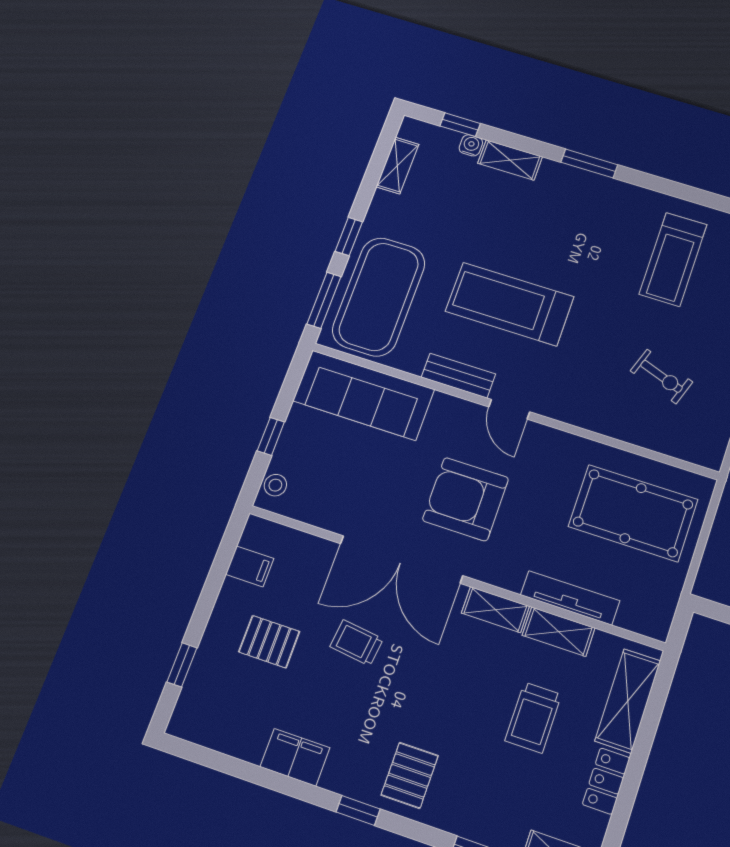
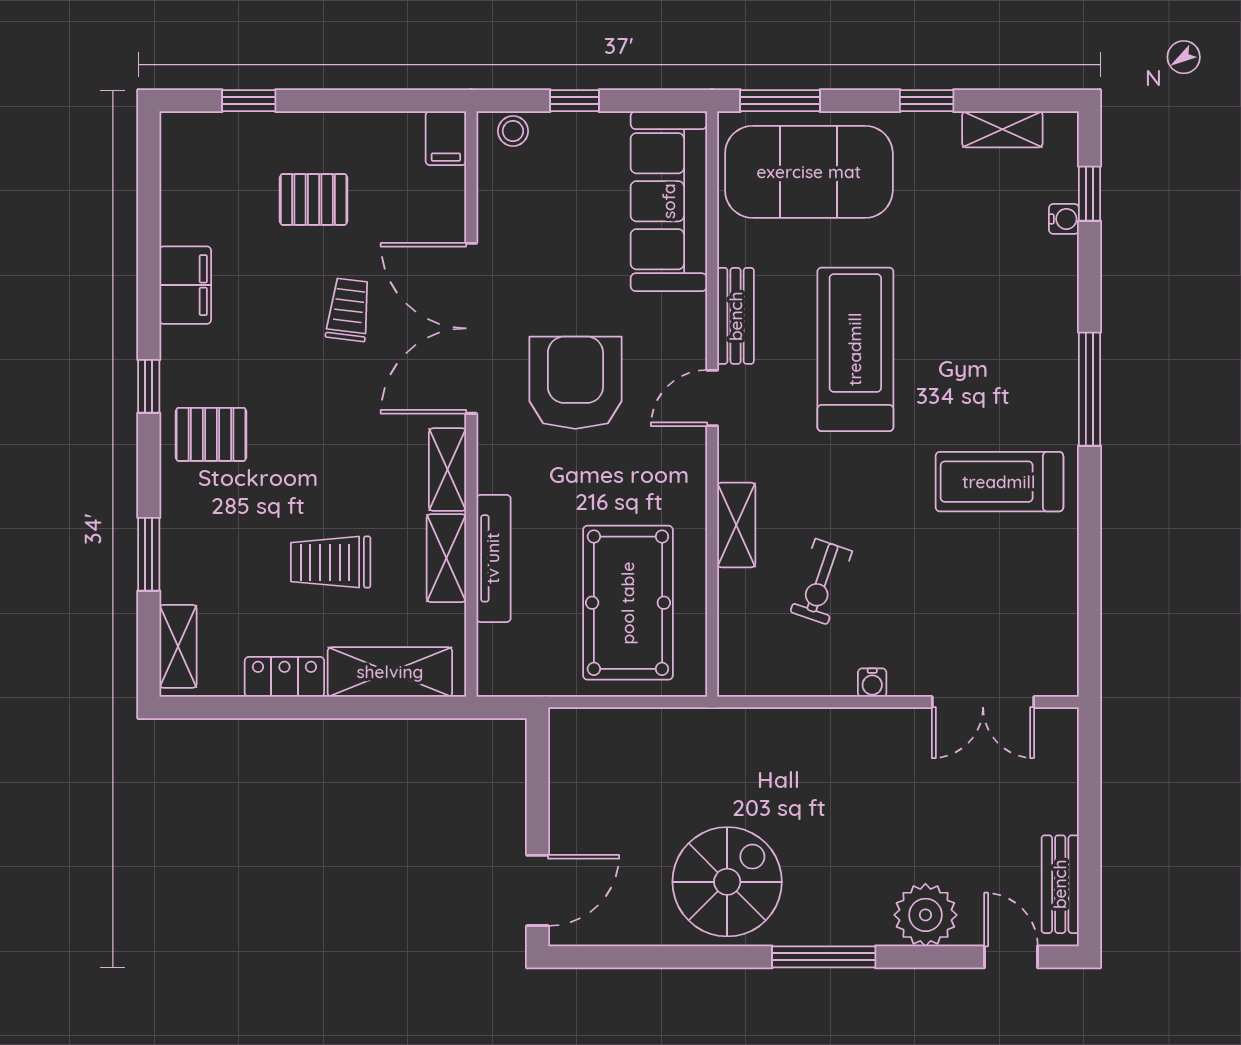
shelving: (510, 160) -> (736, 525), moved
window: (589, 163) -> (1089, 389), width x1.44
window: (349, 236) -> (927, 101), moved
treadmill: (673, 259) -> (999, 482), moved
filing cabinet: (250, 566) -> (446, 138), moved
pallet: (269, 642) -> (314, 199), turned 90

